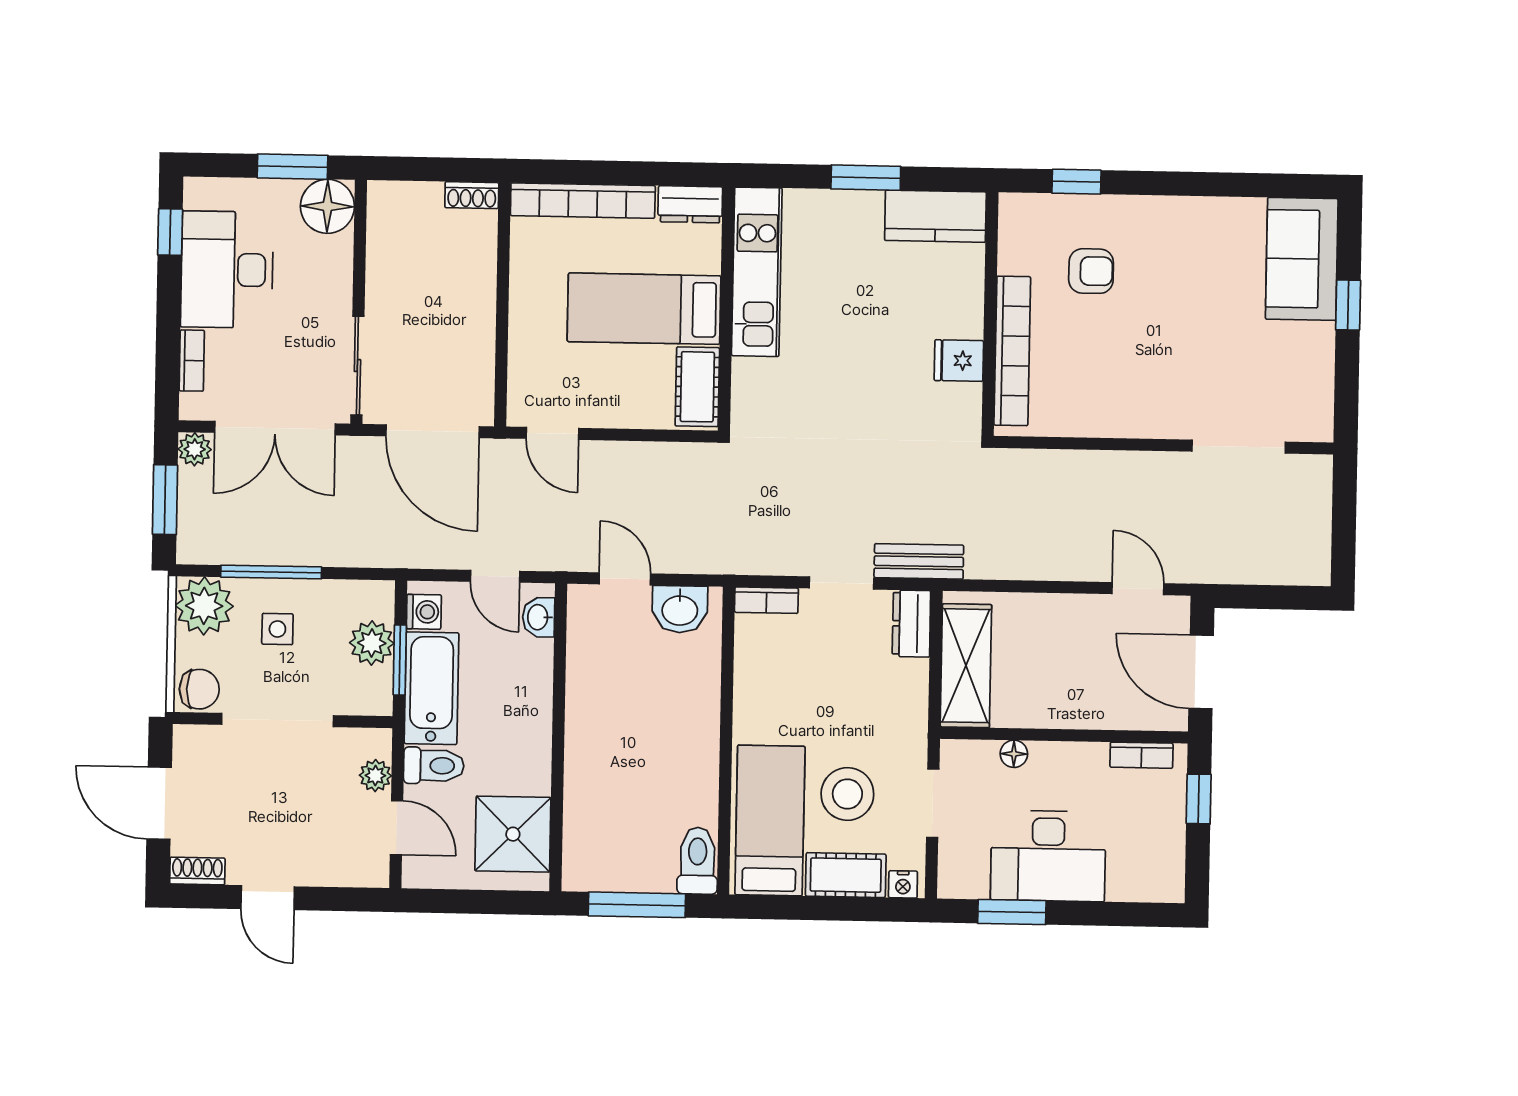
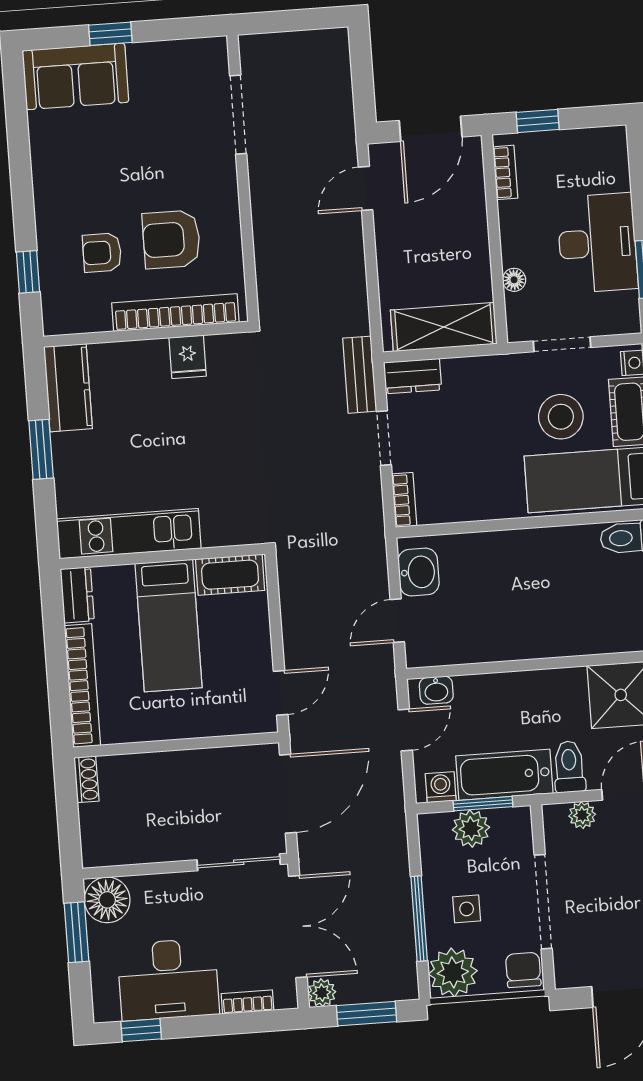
armchair: (1091, 271) -> (102, 253), turned -90
armchair: (1099, 354) -> (171, 239), added

